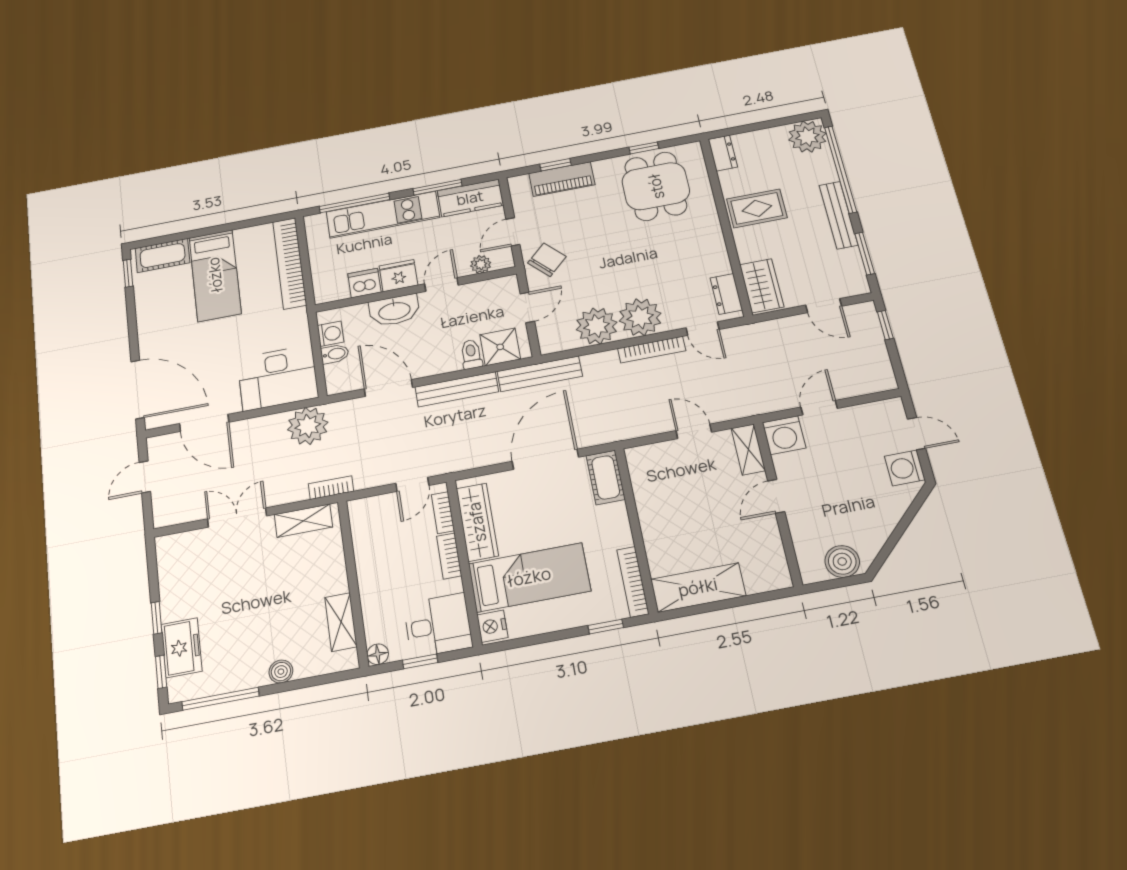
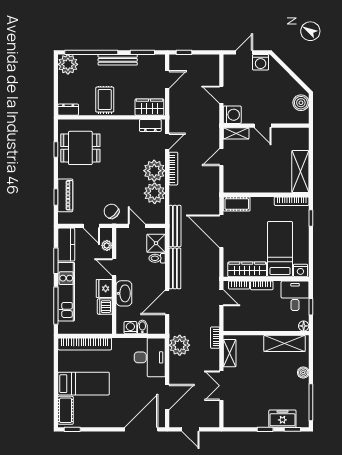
shelving: (341, 622) -> (285, 343), width x1.50, depth x1.33

